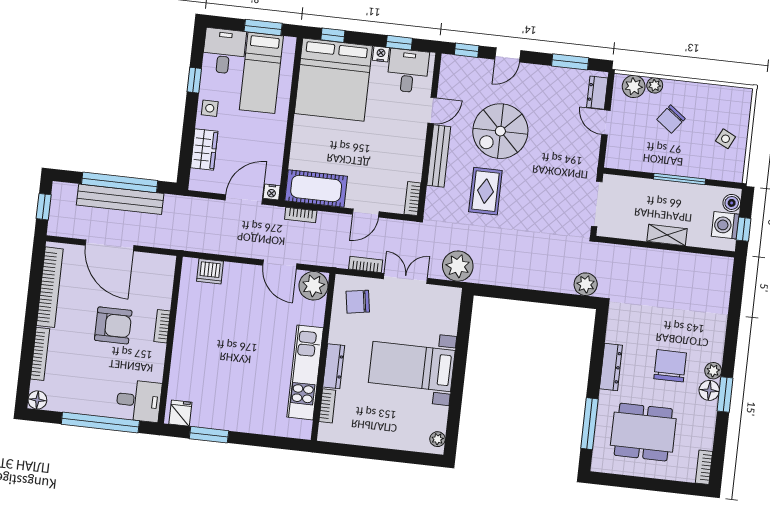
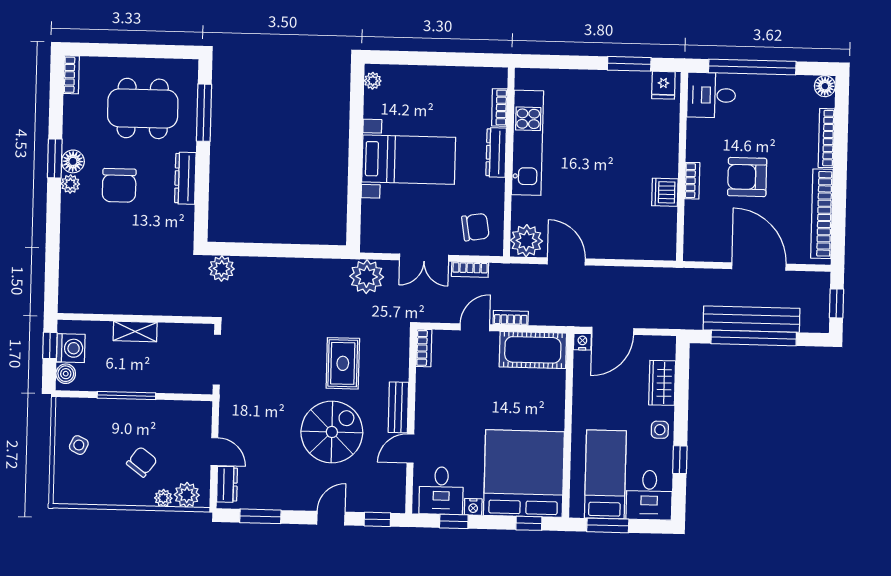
bench: (439, 156) -> (398, 407), width x0.73
bookcase: (301, 215) -> (511, 318), moved
dishwasher: (210, 271) -> (665, 192), moved, turned -90

